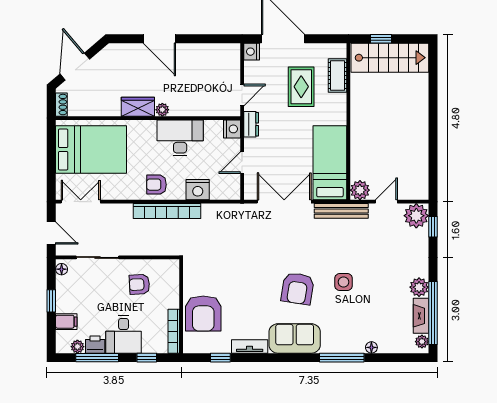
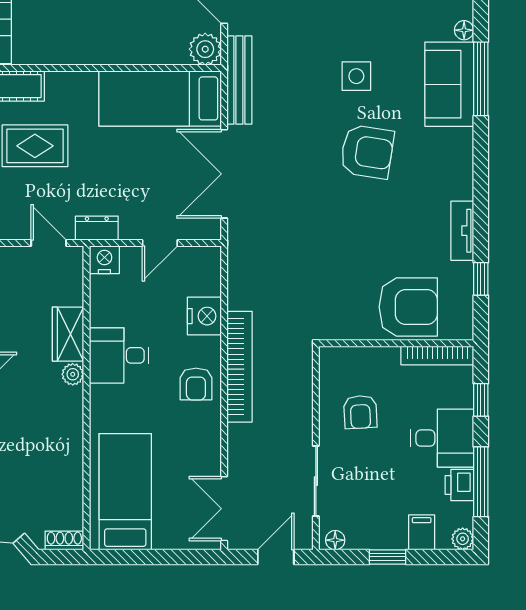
wardrobe: (138, 107) -> (68, 334), moved
desk: (180, 138) -> (119, 355), width x0.73
bed: (91, 150) -> (125, 492), width x0.67
door: (242, 163) -> (160, 243), hinge flipped
sofa: (295, 338) -> (449, 84), moved
plant: (77, 347) -> (463, 539), moved

